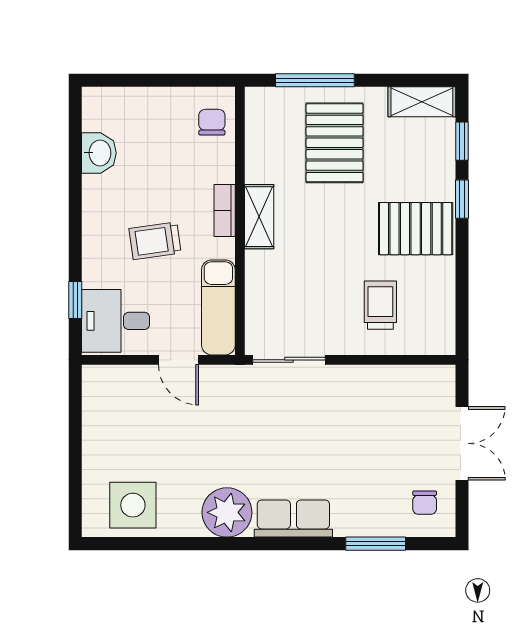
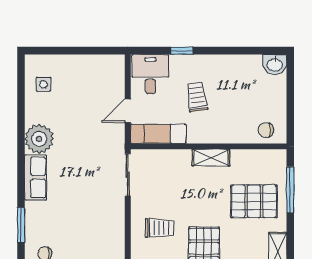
chair: (212, 122) -> (266, 130), turned 180
washbasin: (99, 153) -> (275, 64), moved
bookcase: (225, 211) -> (214, 137), removed
window: (75, 300) -> (182, 51), moved
side table: (133, 505) -> (43, 84), width x0.54, depth x0.54

